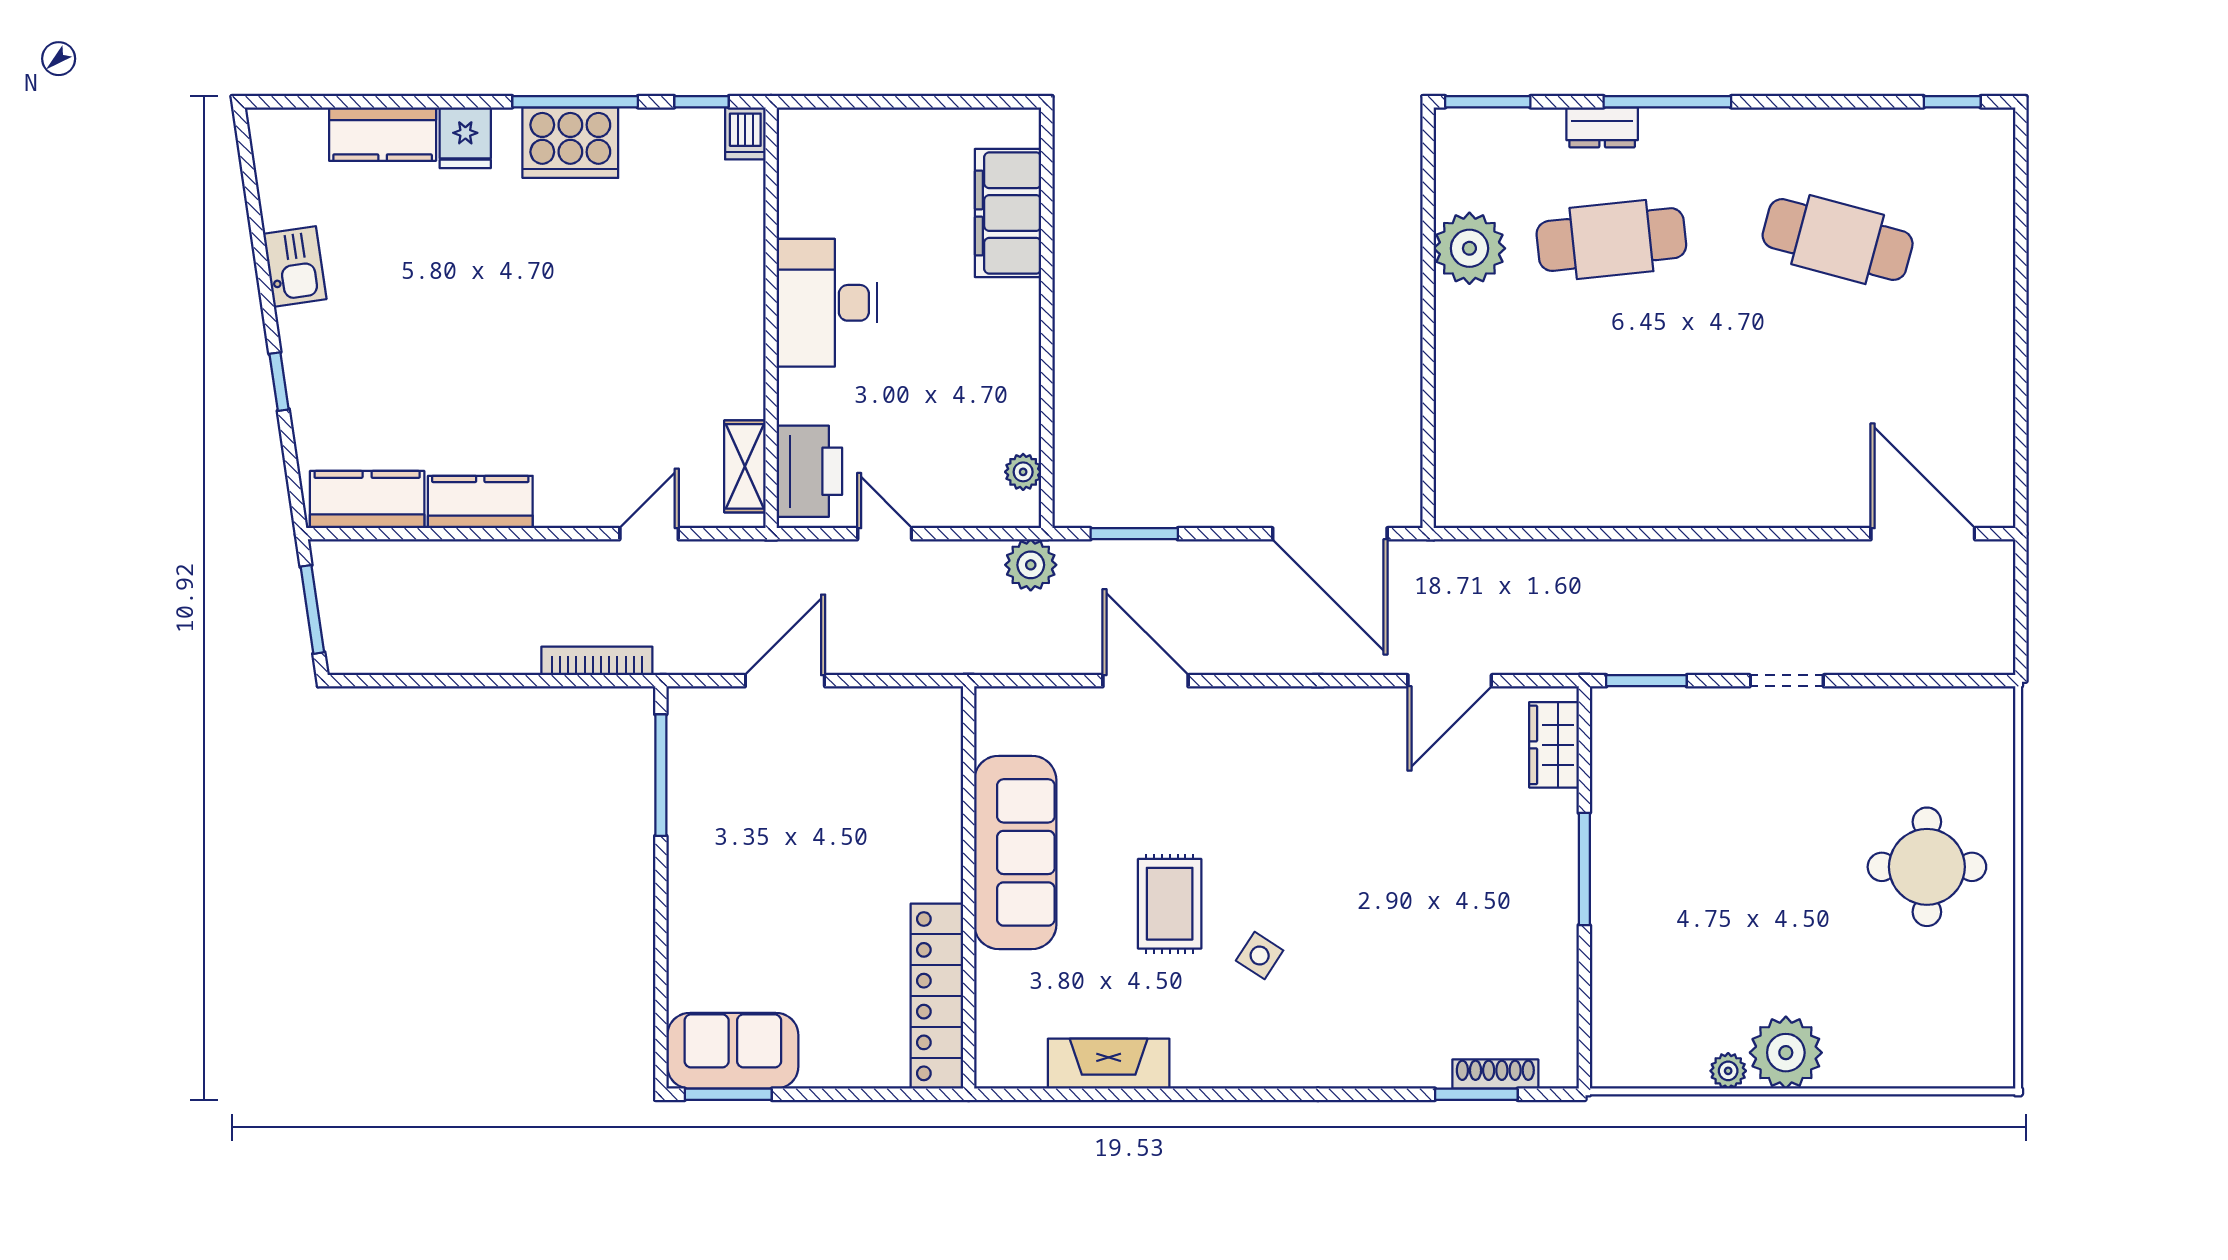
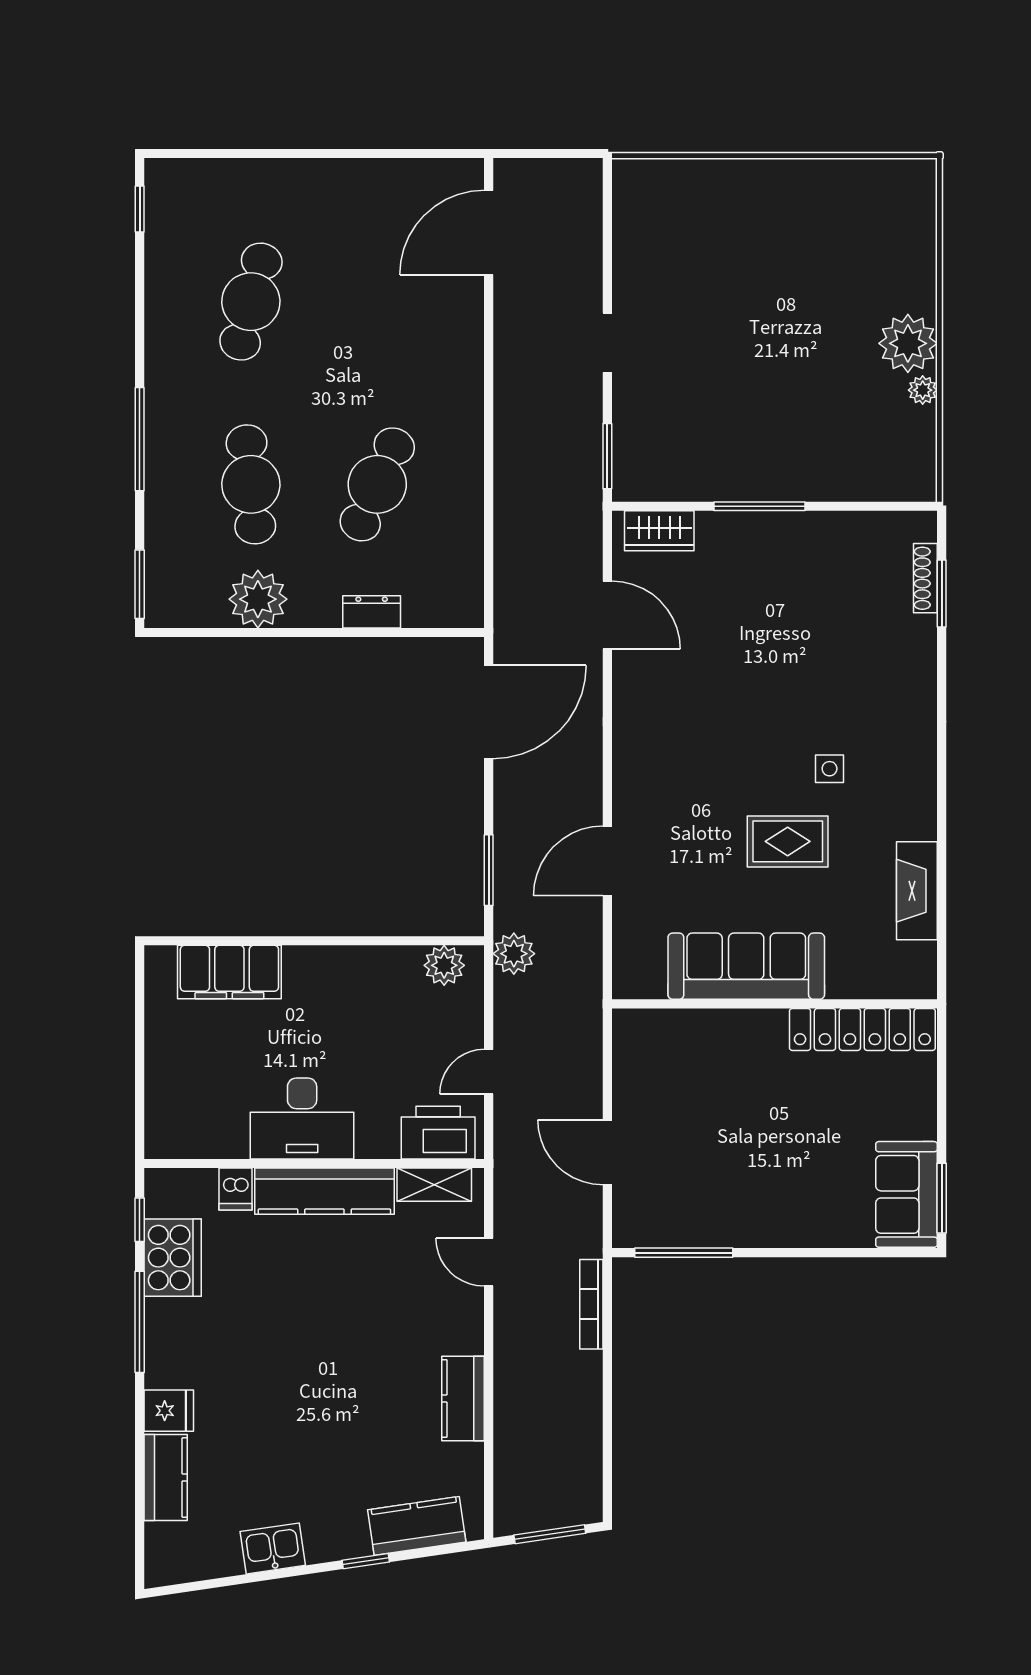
dresser: (1602, 127) -> (372, 612), moved, turned -90
dishwasher: (745, 133) -> (235, 1189), moved, turned 90
cooker: (570, 143) -> (173, 1258), moved
kitchen counter: (737, 331) -> (324, 1191), added
cafe table: (1611, 396) -> (377, 484), added
plant: (1023, 472) -> (444, 965), width x1.38, depth x1.38
kitchen counter: (367, 500) -> (417, 1526), moved, turned 82
round table: (1927, 867) -> (758, 229), removed
side table: (1260, 956) -> (830, 769), turned -33

